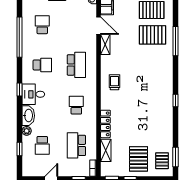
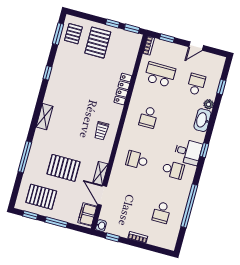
pallet: (153, 35) -> (63, 168), moved
school desk: (42, 65) -> (173, 170), turned 180
school desk: (76, 65) -> (137, 160), width x0.54
desk: (33, 94) -> (188, 152), moved
window: (175, 100) -> (47, 73), moved
school desk: (76, 145) -> (160, 75), turned -90
shelving: (106, 150) -> (44, 117), moved

